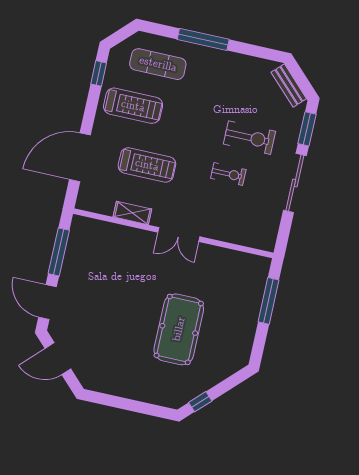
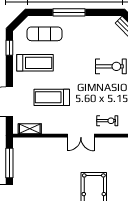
treadmill: (147, 165) -> (52, 97), turned 180
exercise bike: (228, 174) -> (107, 121), moved
shelving: (132, 213) -> (30, 129), moved

